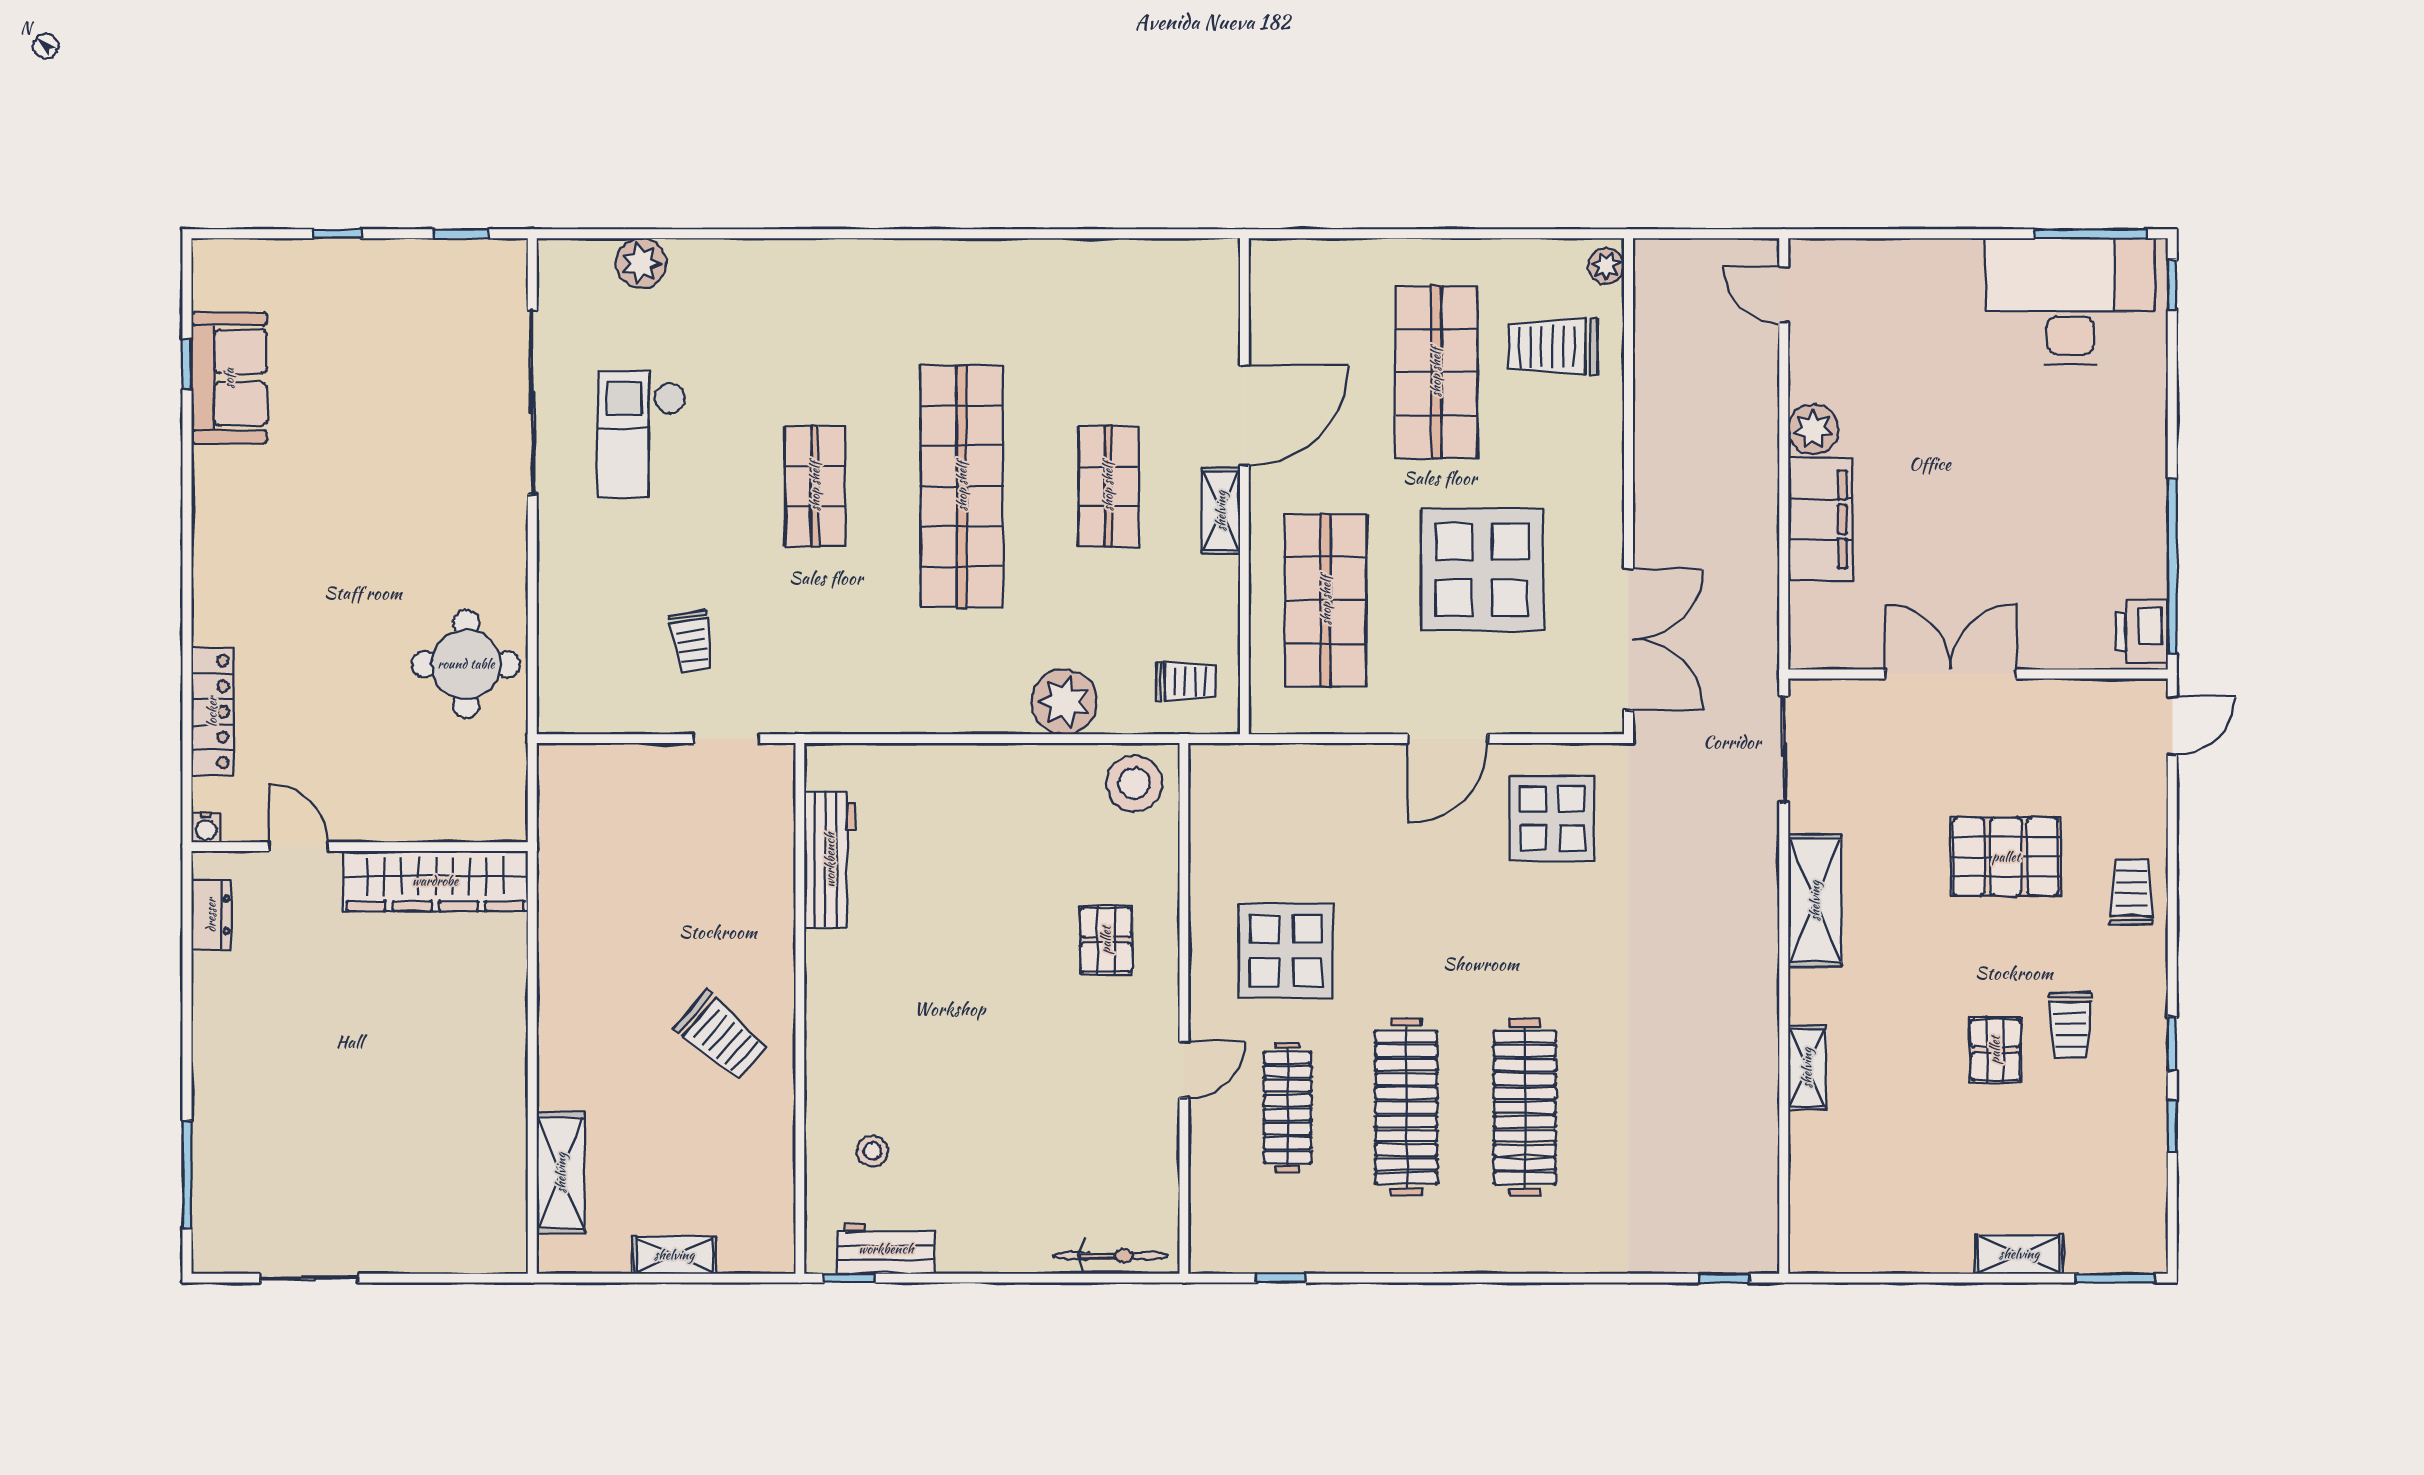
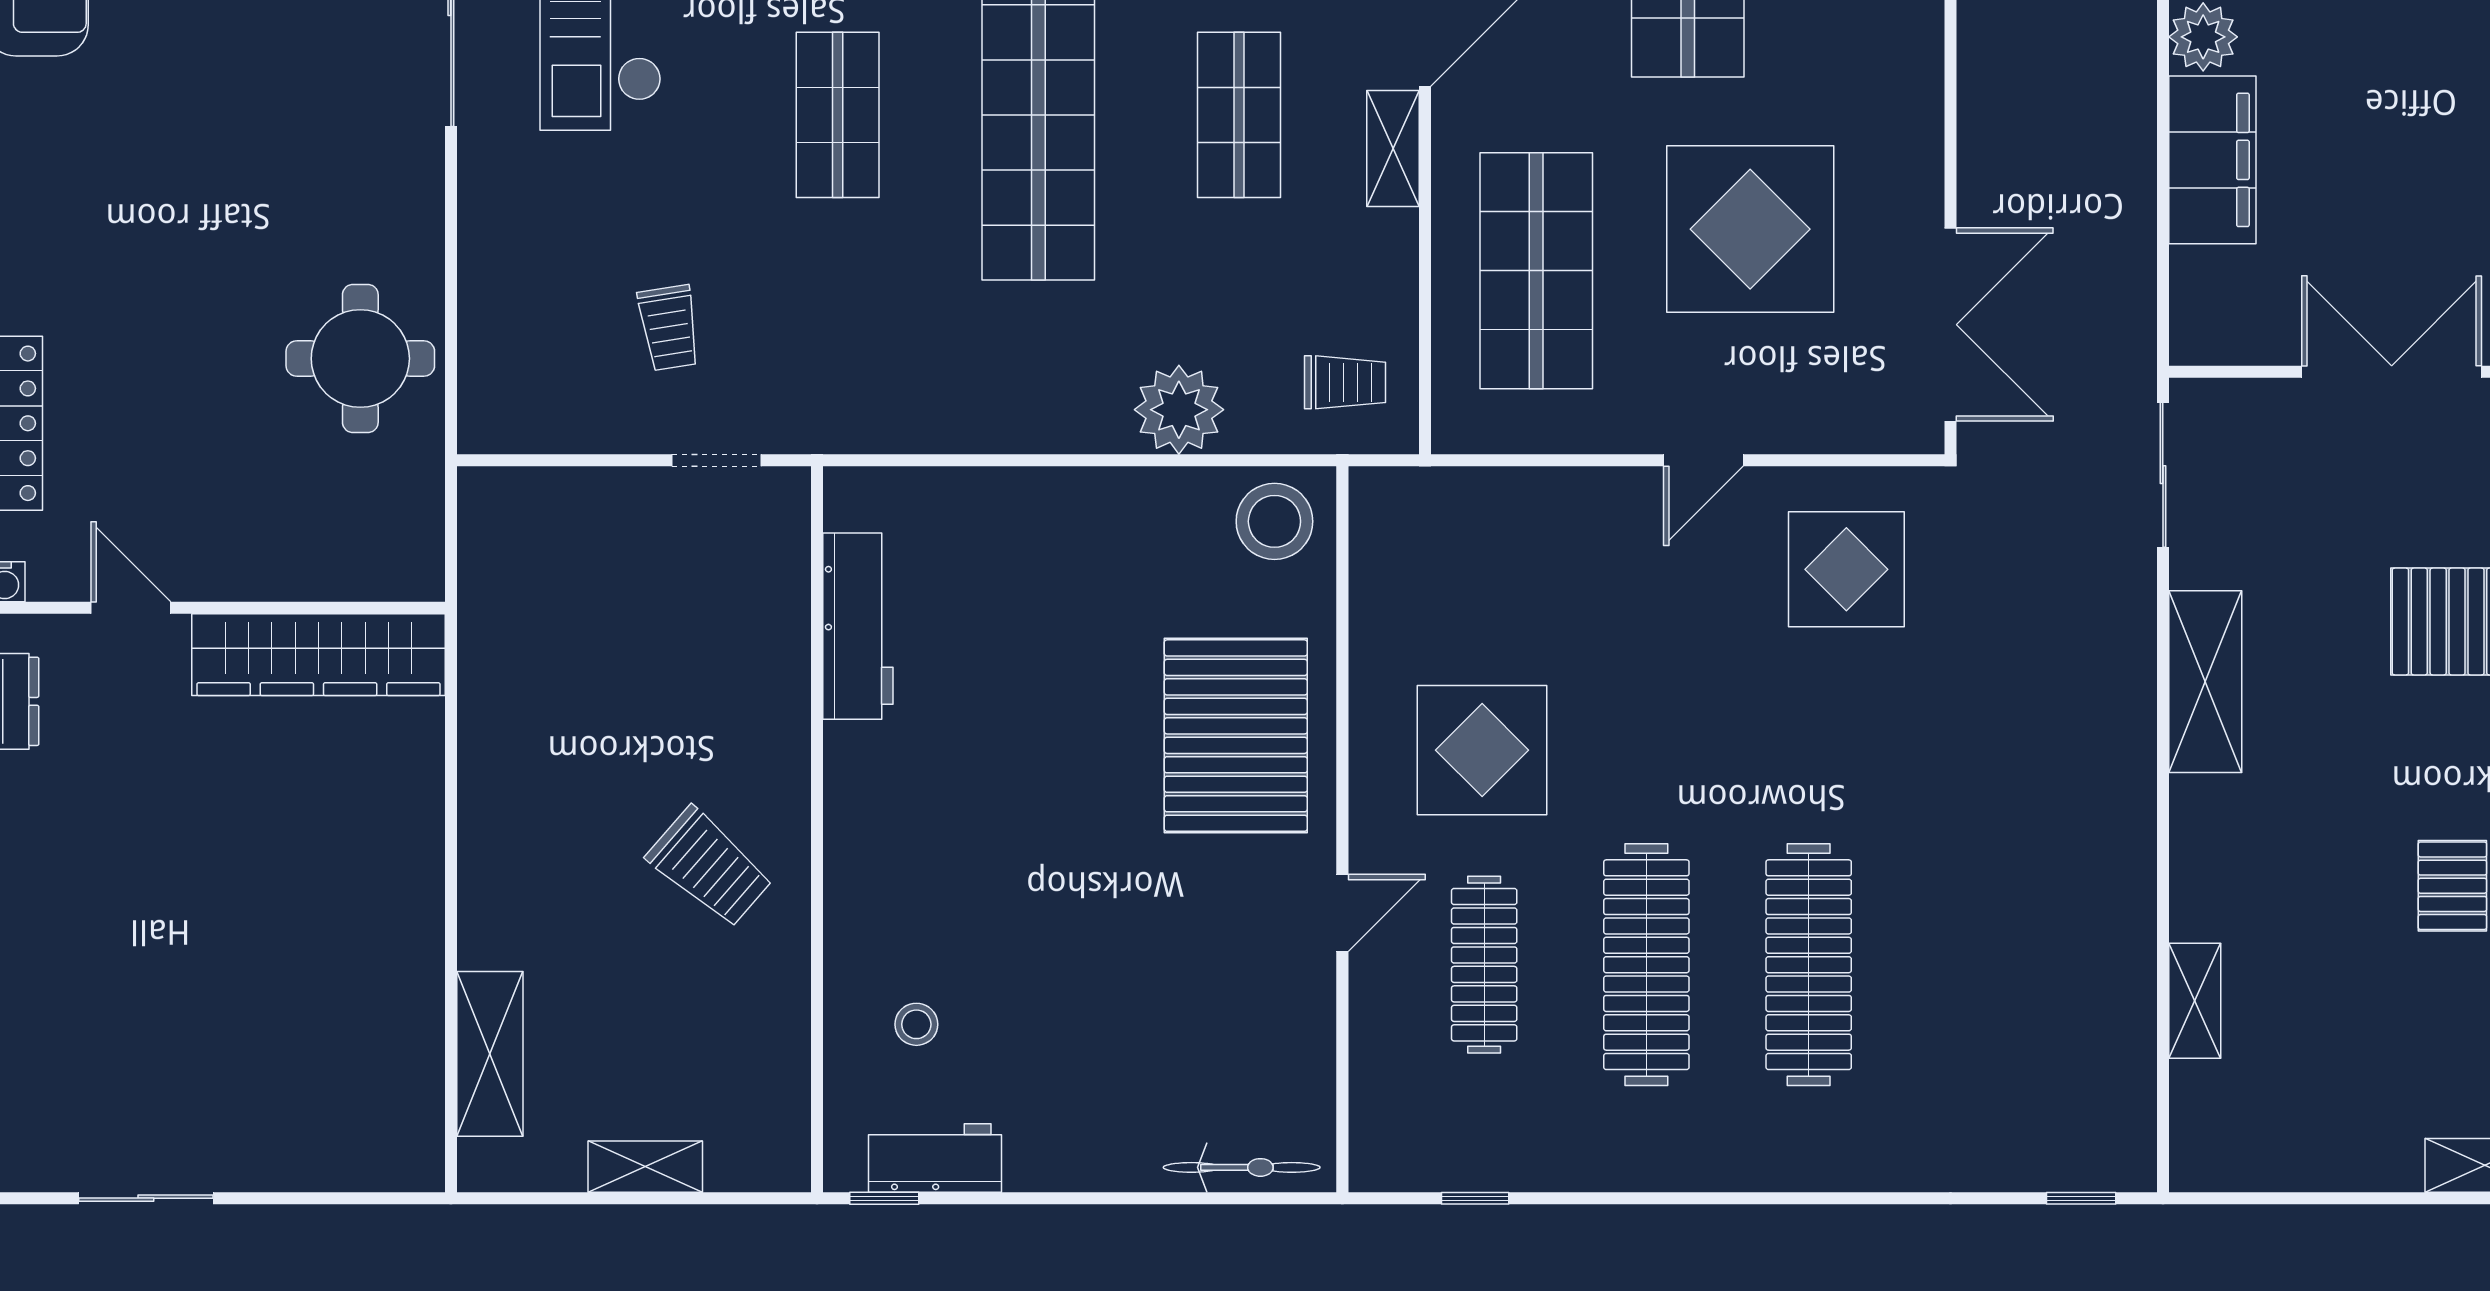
door: (1448, 739) -> (1703, 460), width x0.73
pallet: (1106, 940) -> (1236, 736), width x2.05, depth x2.00
shelving: (1807, 1068) -> (2195, 1001), moved

